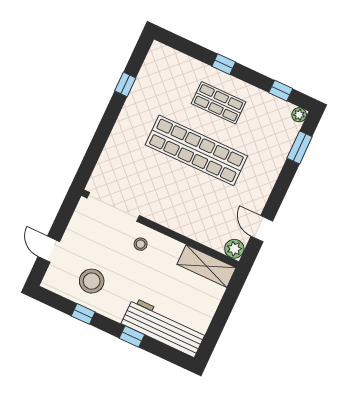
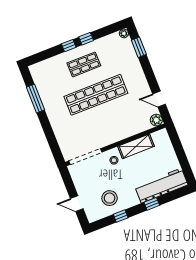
window: (125, 84) -> (36, 99), width x2.17
window: (281, 91) -> (86, 39), moved
shelving: (206, 266) -> (136, 146), moved

